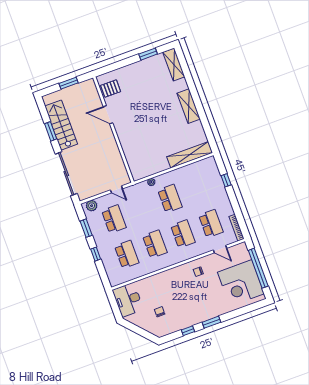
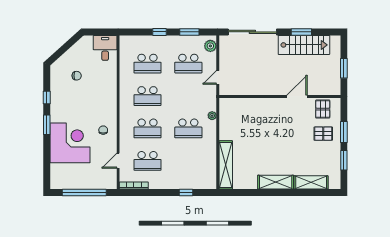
window: (124, 63) -> (344, 132), added
shelving: (174, 64) -> (311, 182), moved
pallet: (132, 80) -> (323, 134), added
corner desk: (241, 283) -> (70, 143), moved, turned 90
desk: (128, 300) -> (105, 48), width x0.73

